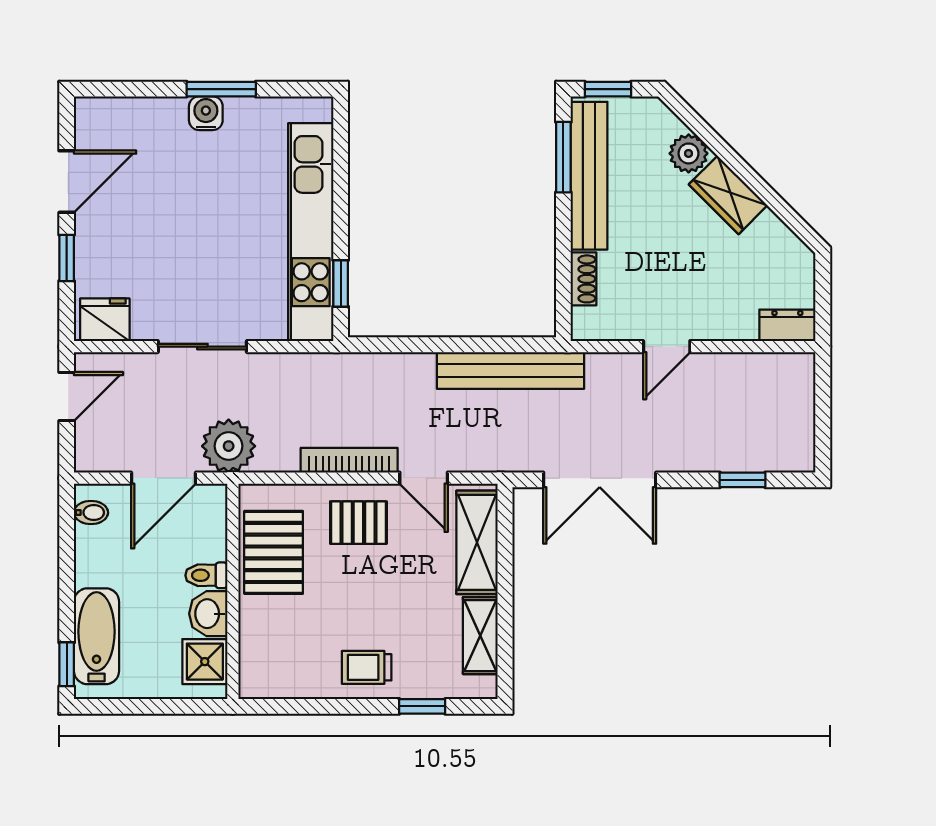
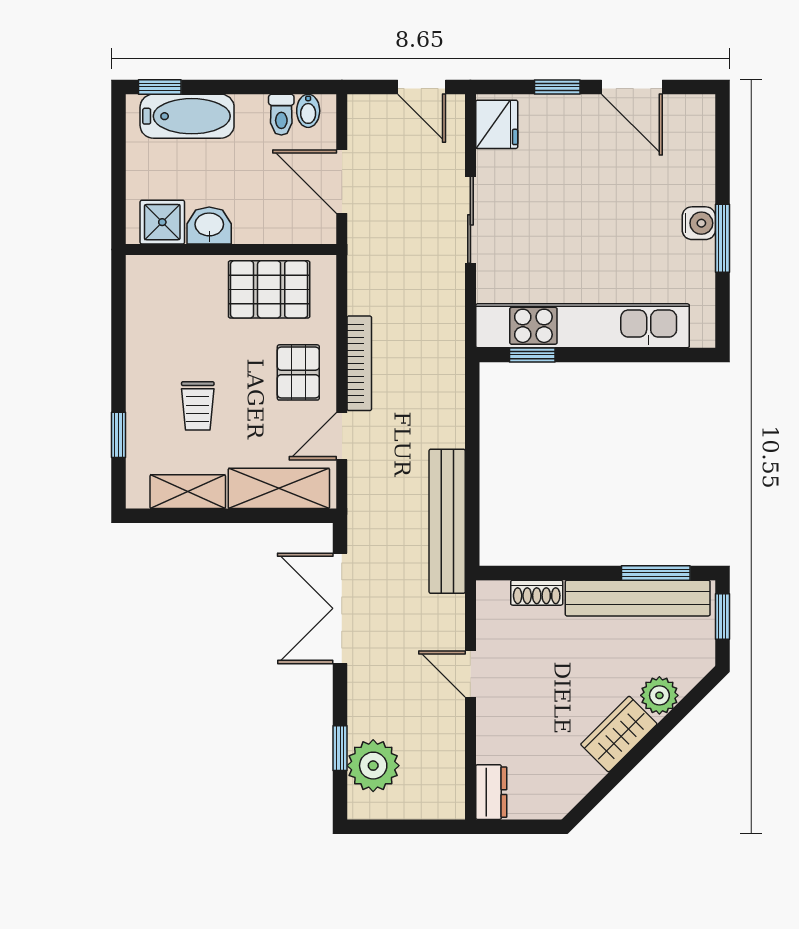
plant: (229, 446) -> (373, 766), moved
toilet: (206, 575) -> (281, 115), moved, turned 180
trolley: (367, 667) -> (198, 406), moved, turned 180

